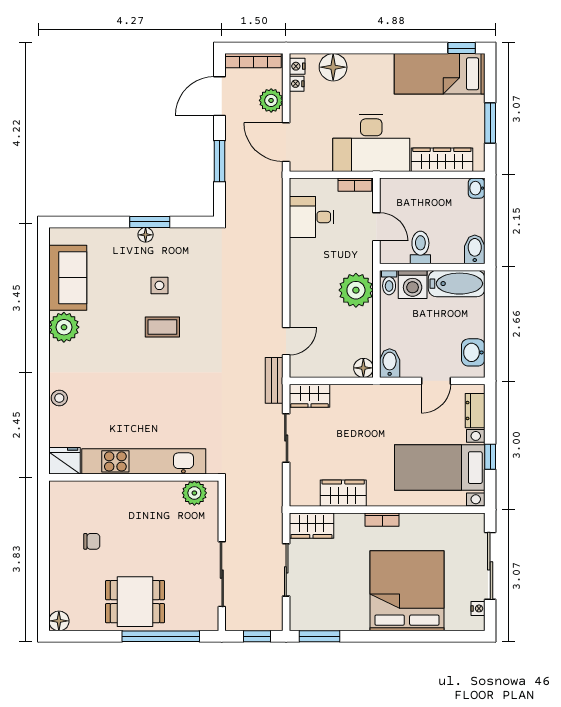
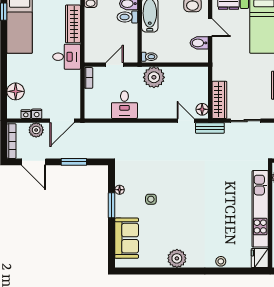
nightstand: (297, 66) -> (37, 114), moved
desk: (371, 143) -> (67, 57), width x0.53, depth x0.77
desk: (312, 217) -> (124, 105), moved
floor lamp: (146, 235) -> (120, 190), moved
toilet: (420, 247) -> (127, 17), moved
sofa: (68, 278) -> (127, 238), moved, turned 90
washing machine: (413, 284) -> (150, 42), removed
coffee table: (162, 327) -> (177, 197), removed
bidet: (390, 363) -> (199, 43), moved
floor lamp: (363, 368) -> (202, 109), moved
wardrobe: (310, 396) -> (219, 100), width x1.50

